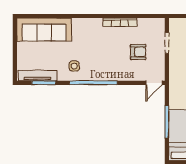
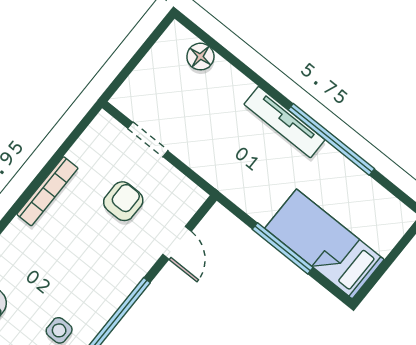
door: (154, 83) -> (177, 243), moved

